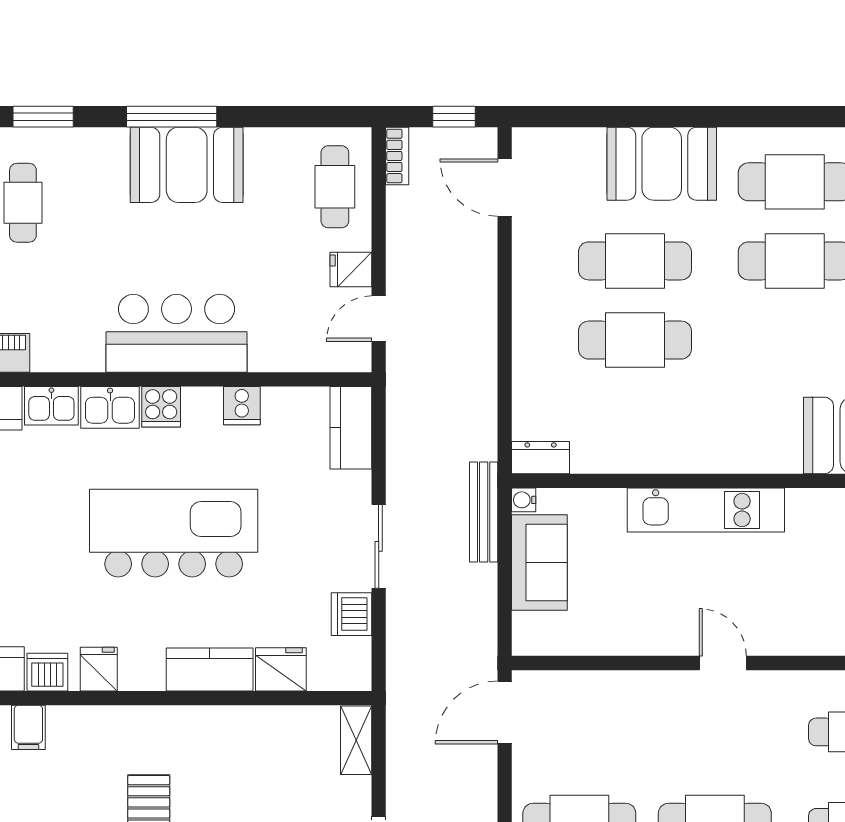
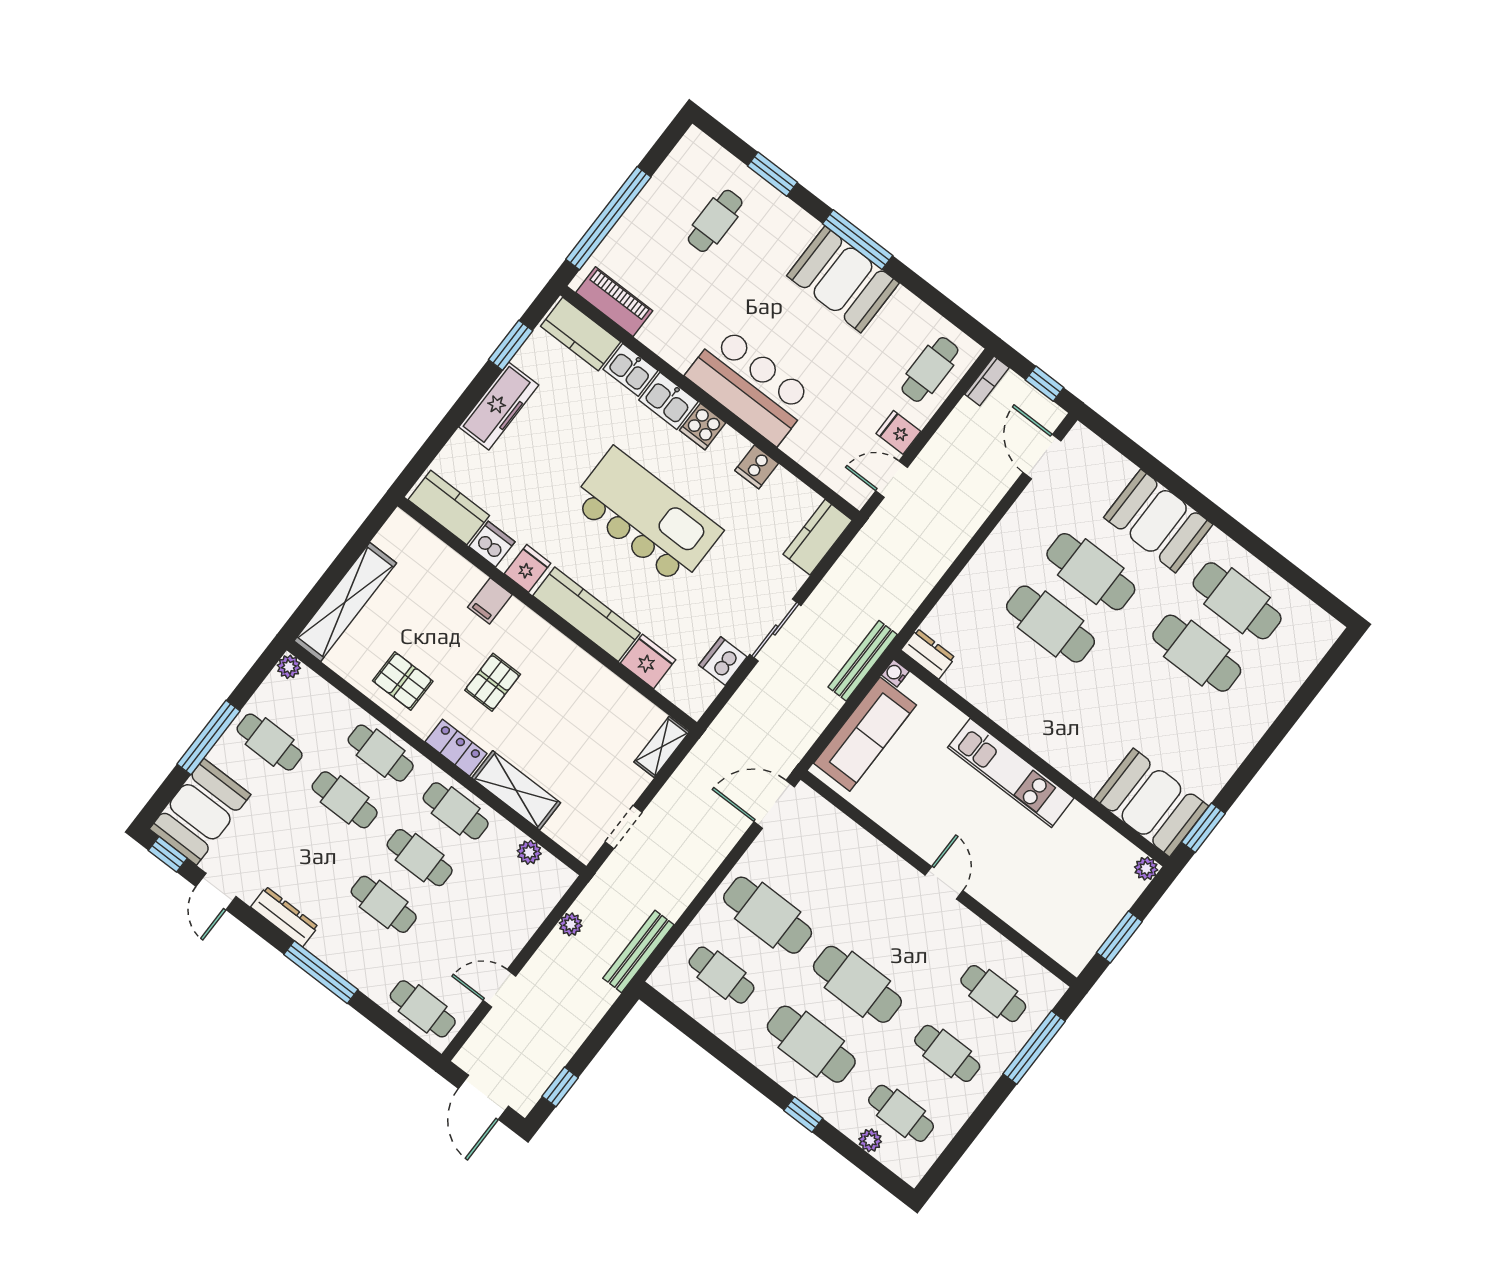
sofa: (539, 563) -> (865, 734), width x1.36
kitchen counter: (210, 669) -> (586, 614), width x1.50
filing cabinet: (28, 727) -> (490, 601), moved

